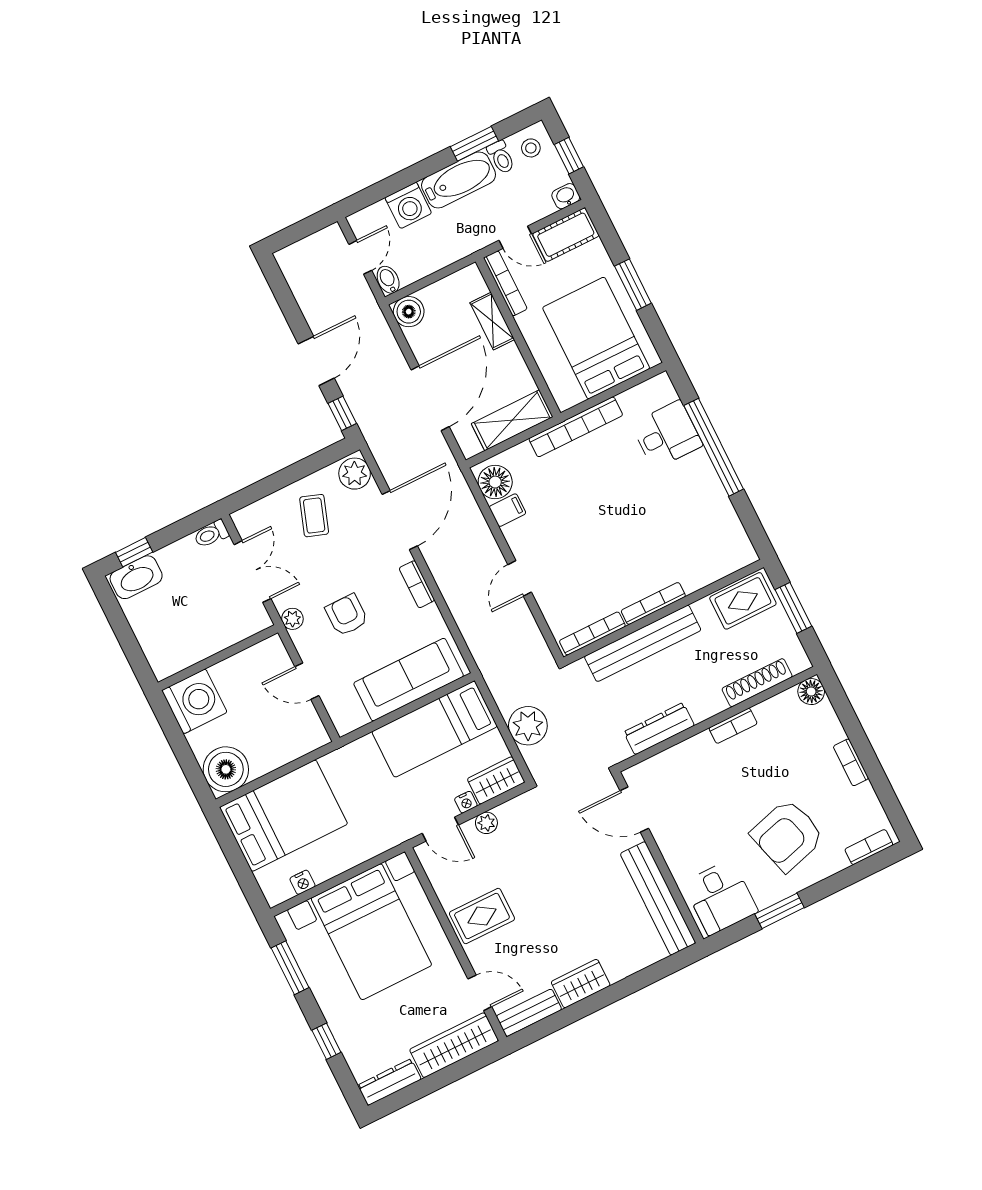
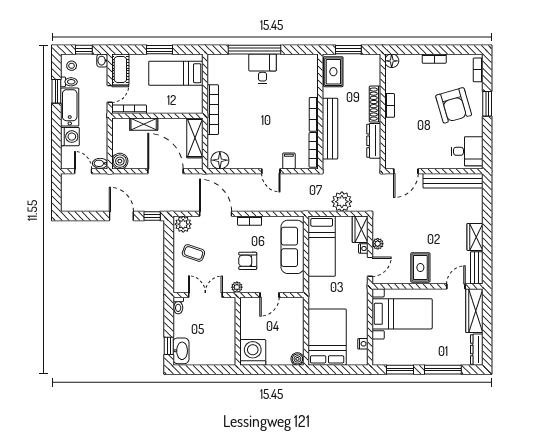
bed: (596, 338) -> (176, 73), width x0.67
desk: (667, 435) -> (263, 69), moved
filing cabinet: (507, 510) -> (289, 161), moved
shoe rack: (757, 683) -> (375, 104), moved
boiler: (226, 769) -> (297, 359), width x0.54, depth x0.54
window: (779, 911) -> (487, 104), moved
bed with nightstands: (371, 932) -> (402, 314), width x0.73
window: (326, 1041) -> (443, 370), width x2.17

